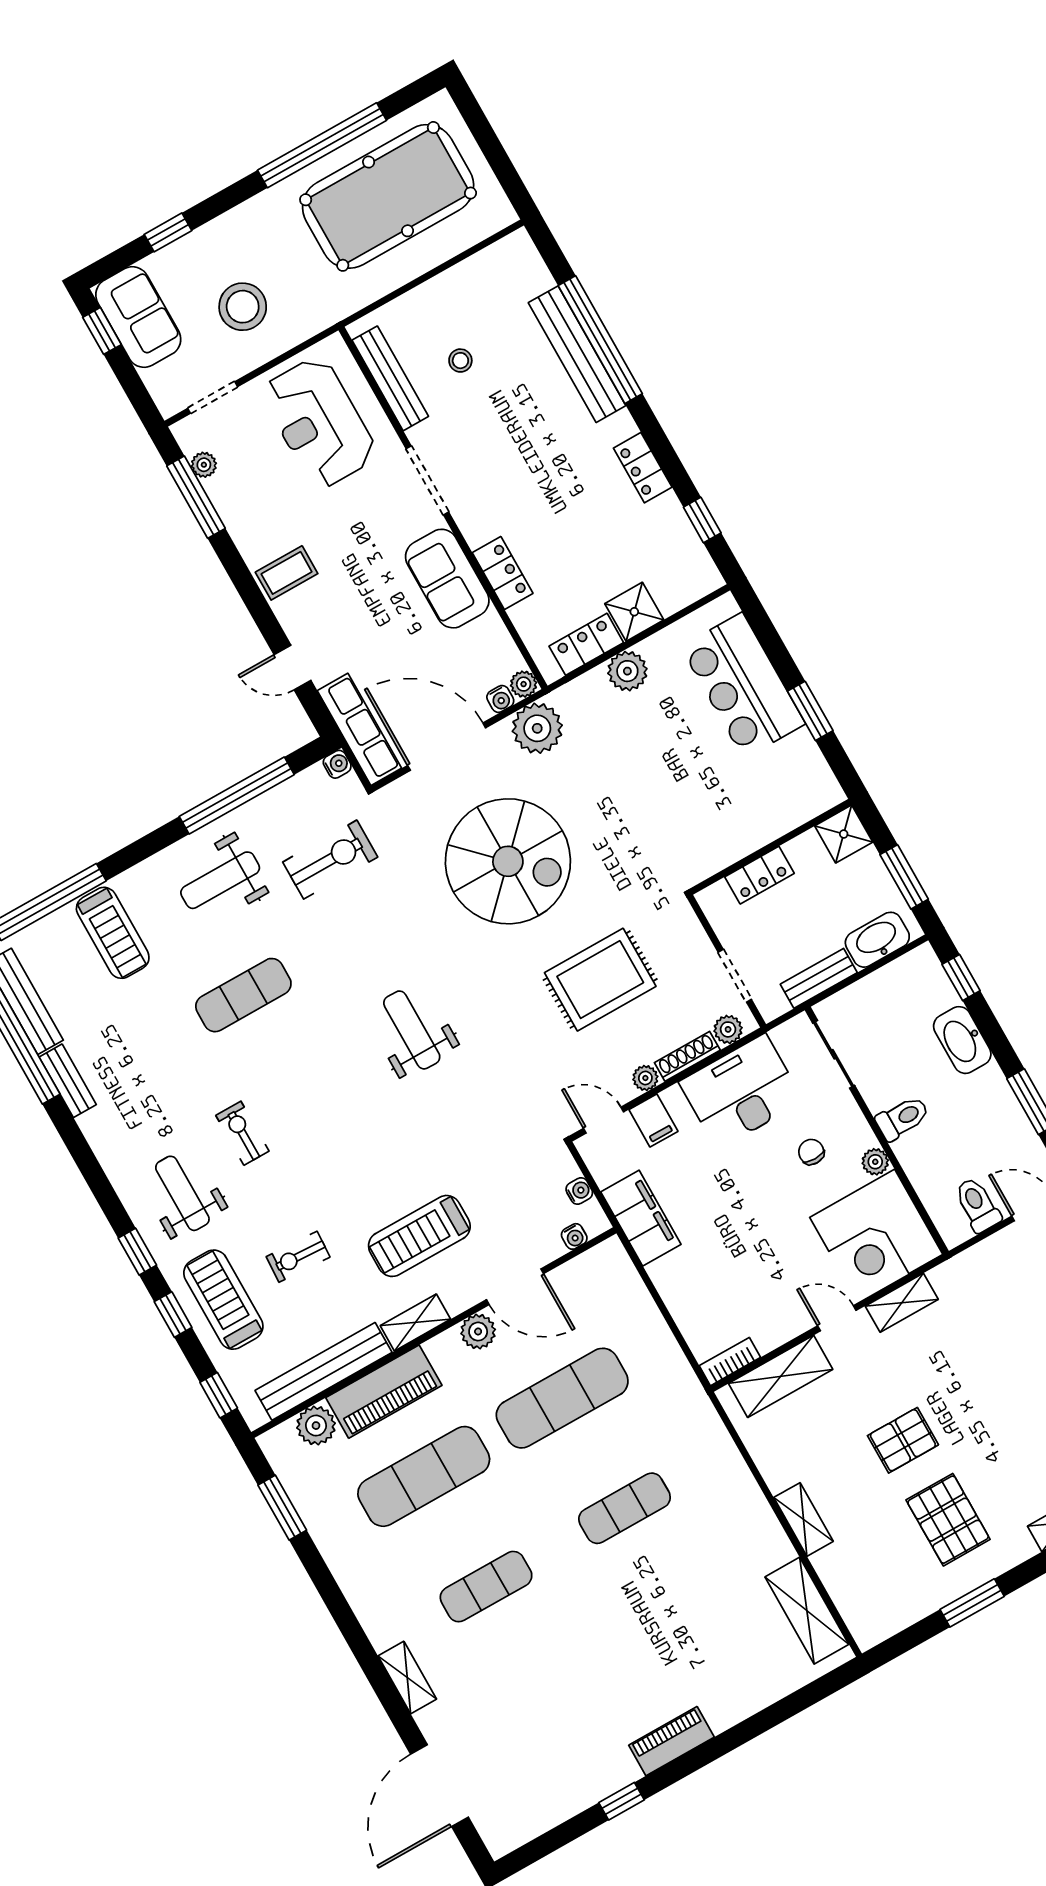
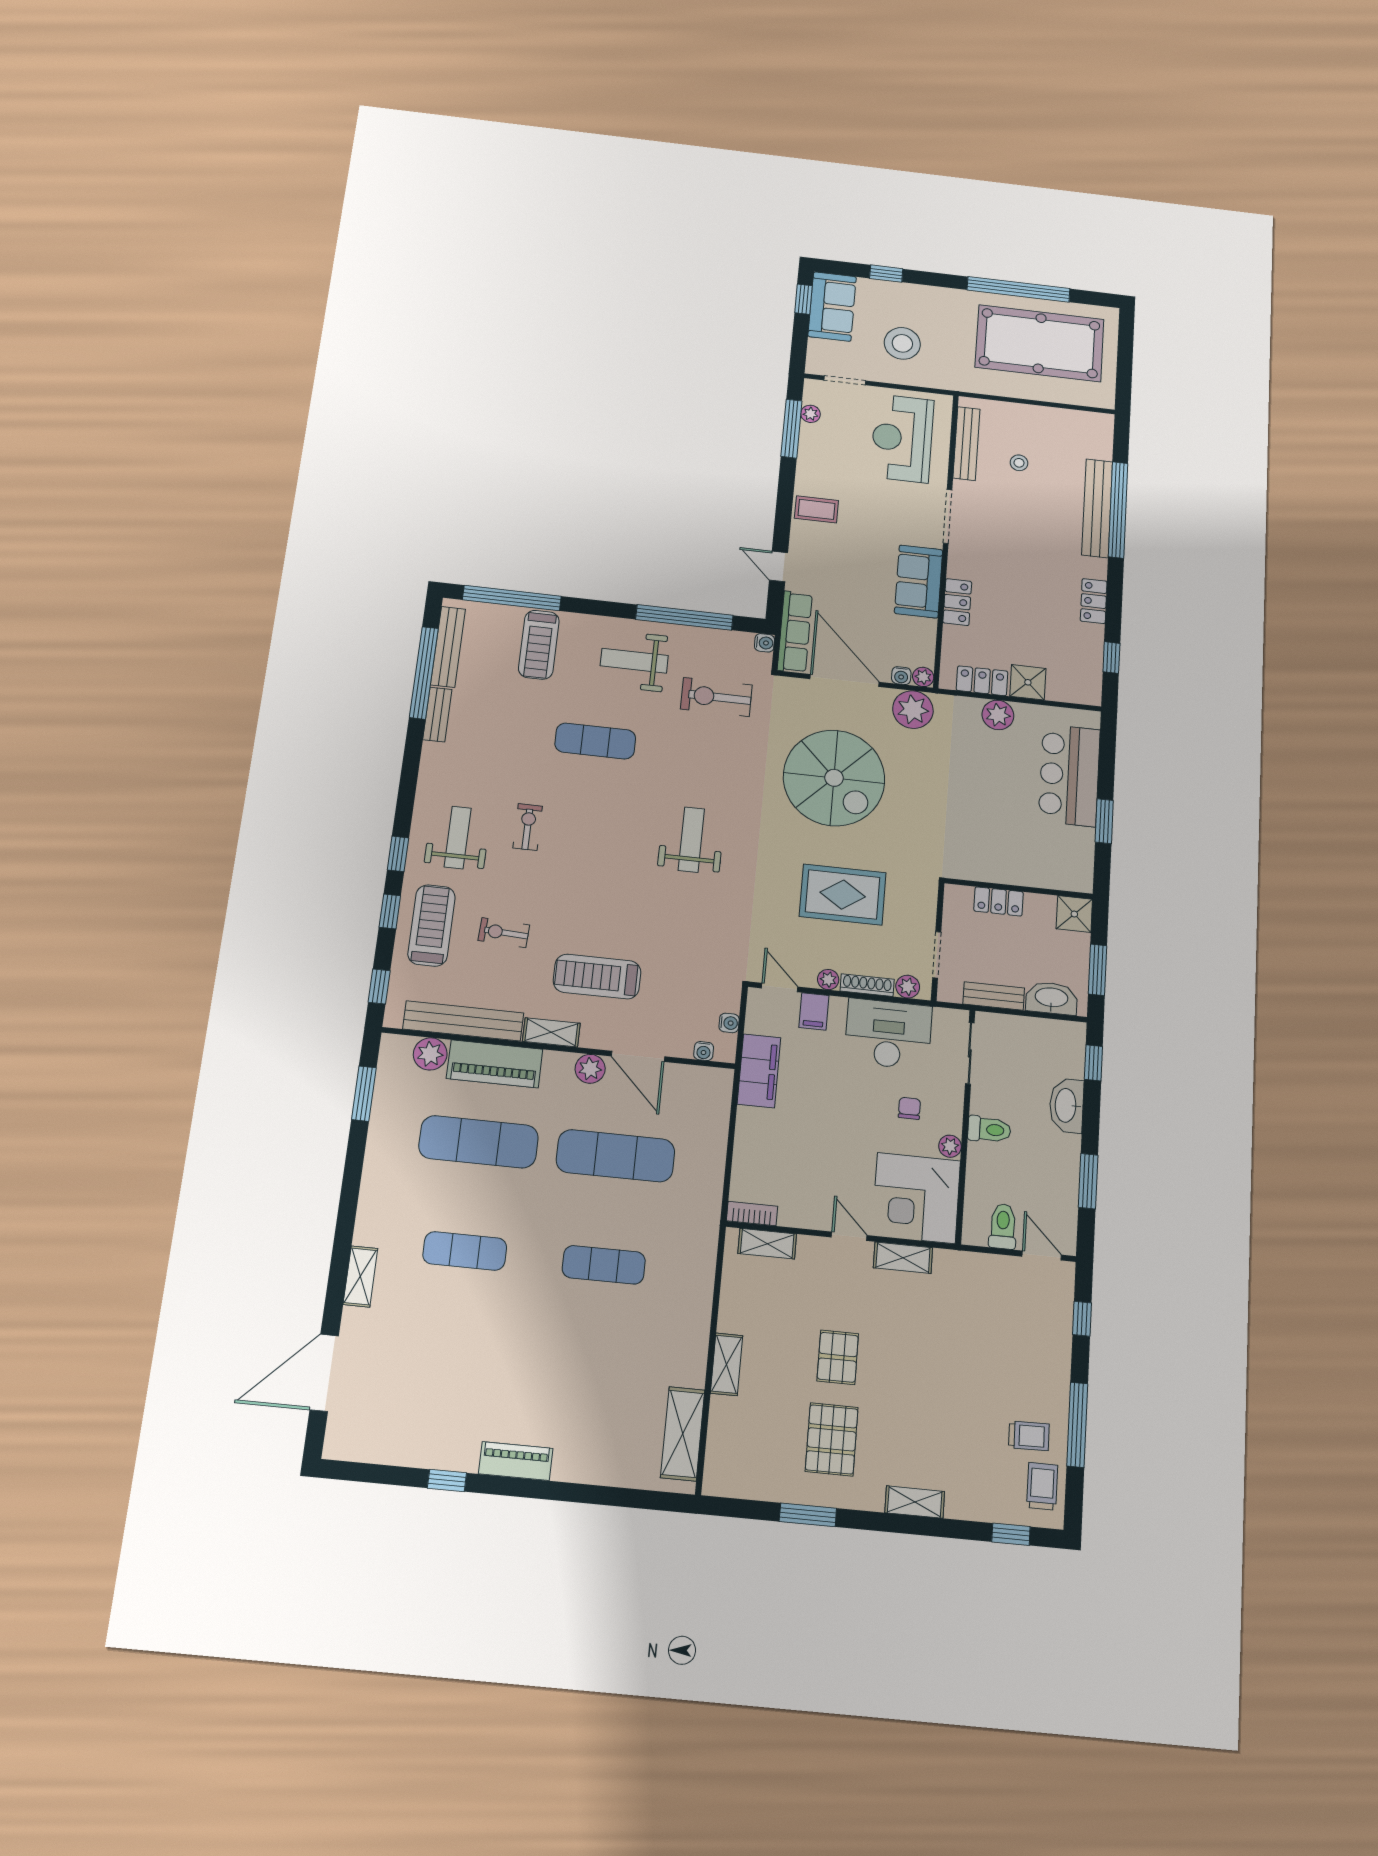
exercise bike: (330, 860) -> (716, 697), turned 180
shelving: (781, 1376) -> (767, 1244), width x0.67, depth x0.75
pallet: (903, 1440) -> (838, 1357), turned 90

